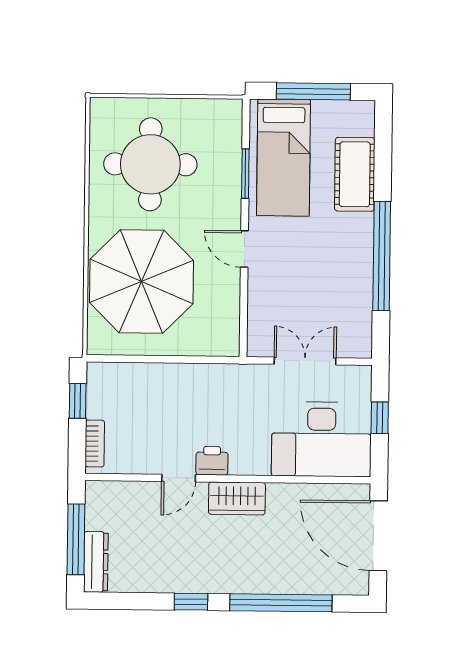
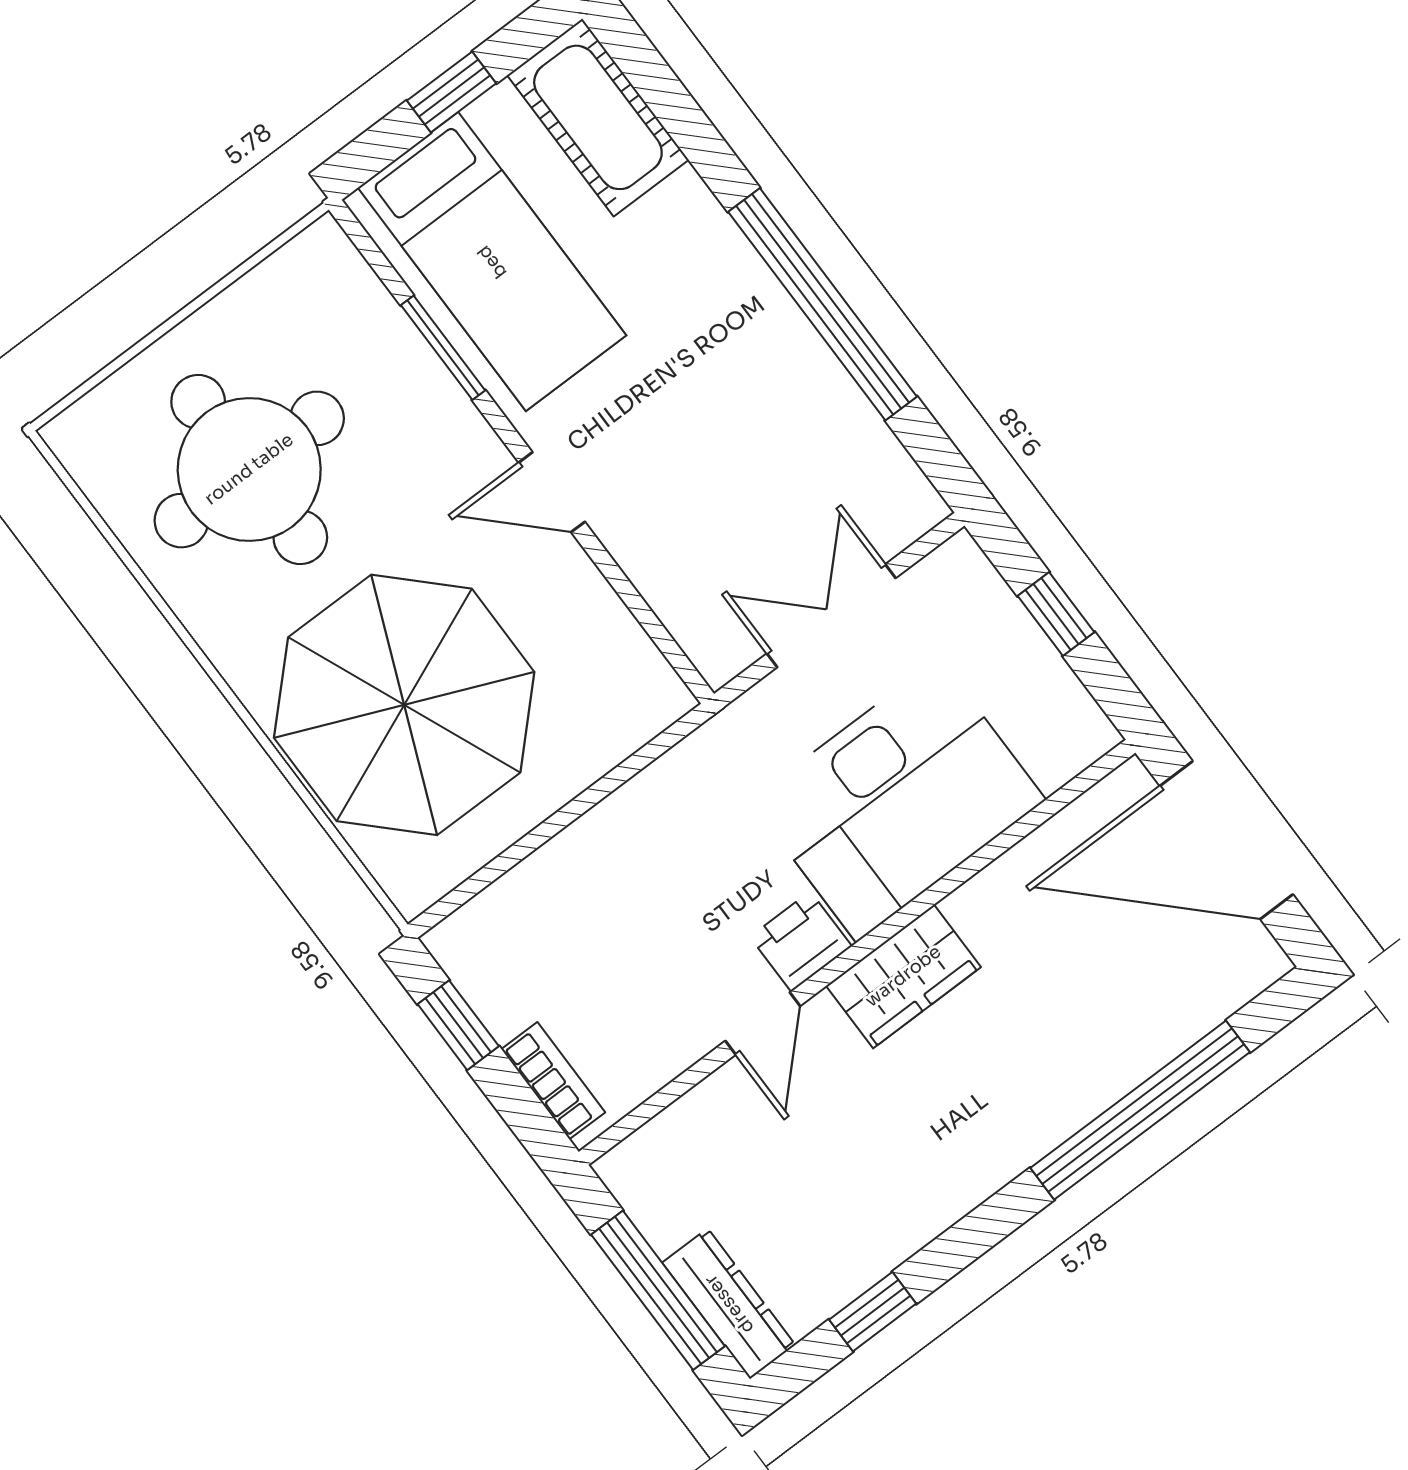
window: (313, 91) -> (452, 92), width x0.46
cot: (355, 174) -> (598, 117), moved
desk: (321, 439) -> (898, 800), moved
window: (191, 602) -> (873, 1312), moved

